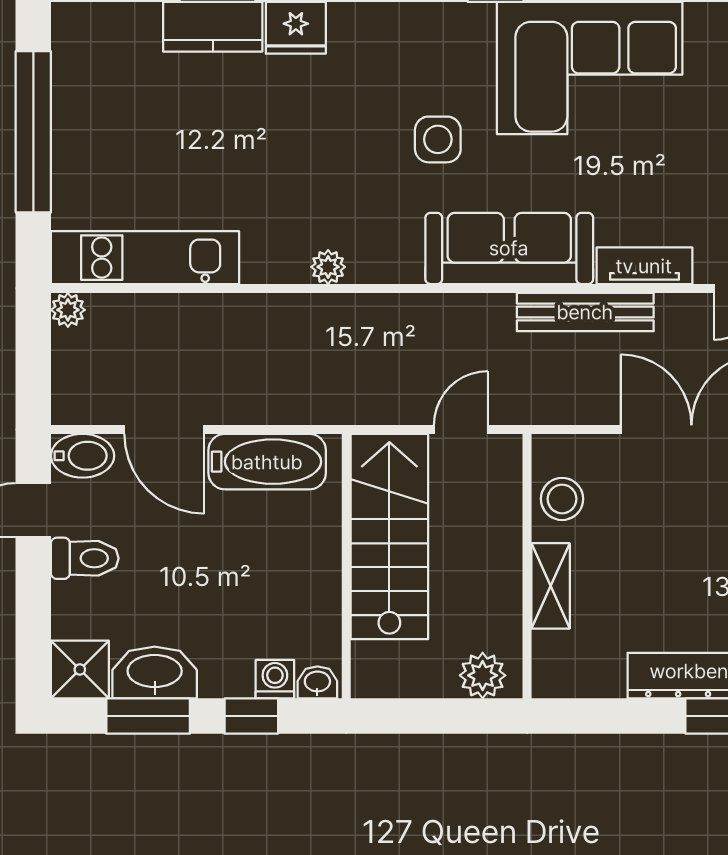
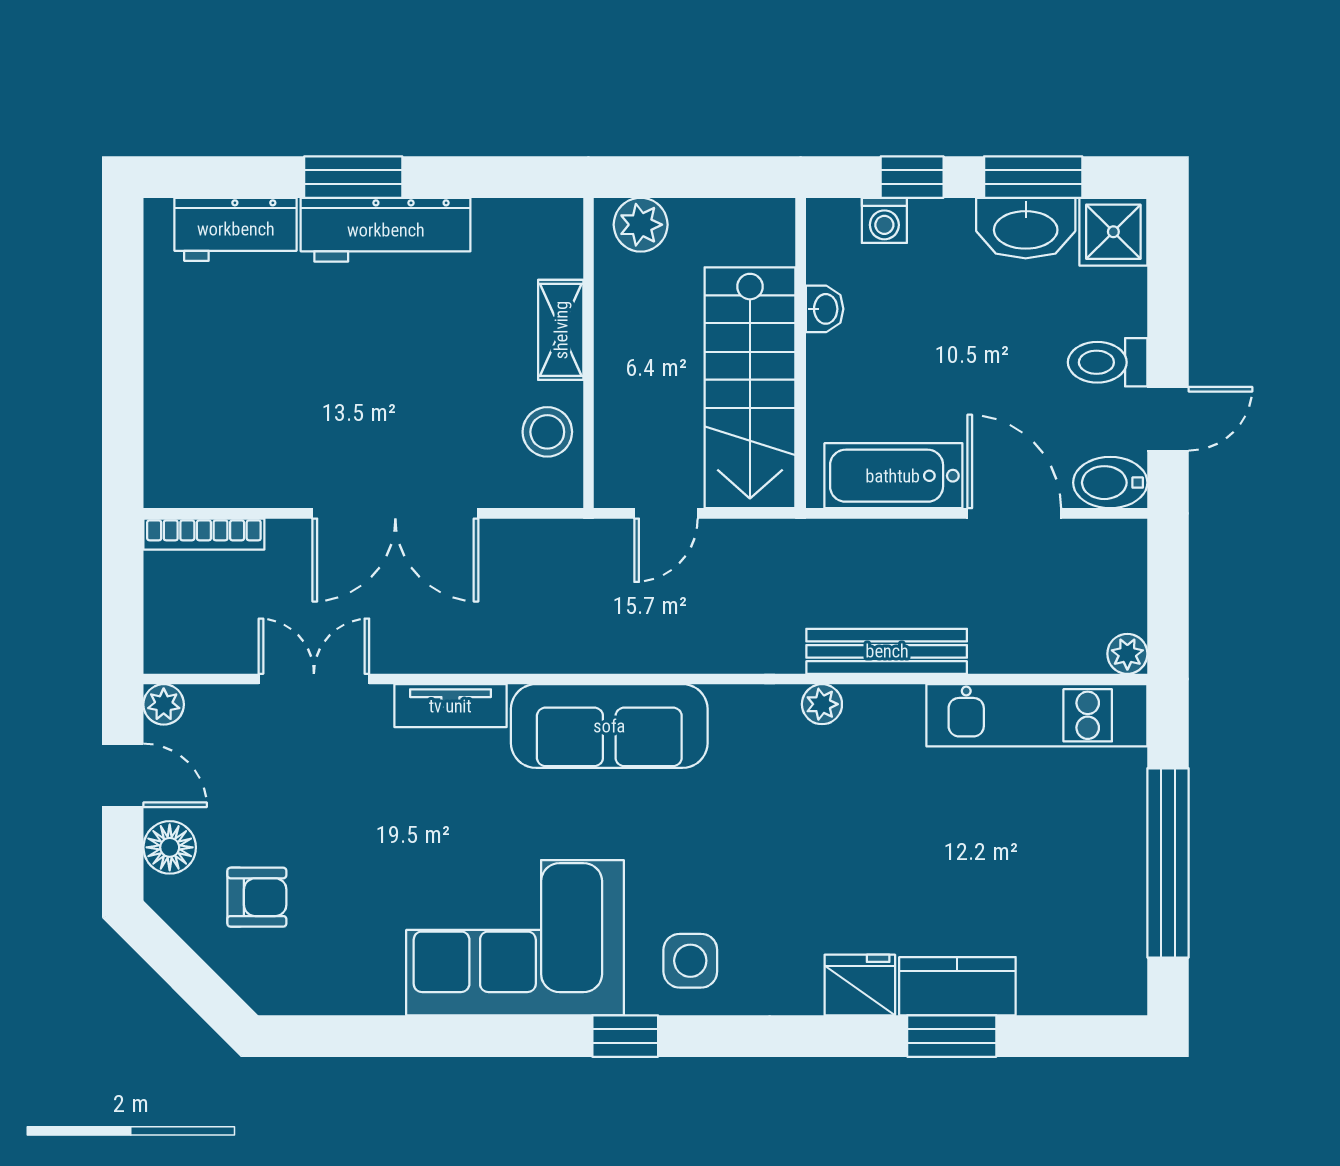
side table: (438, 139) -> (690, 961), moved
bench: (585, 312) -> (887, 651), moved
washbasin: (317, 682) -> (825, 309), moved, turned -90

